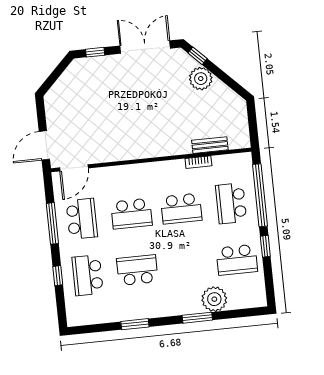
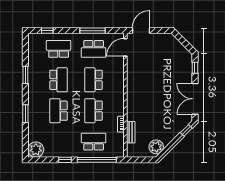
double door: (145, 47) -> (195, 99), swing flipped
plant: (201, 79) -> (156, 147), moved
door: (44, 145) -> (141, 31), hinge flipped
door: (74, 168) -> (125, 47), hinge flipped
school desk: (237, 260) -> (59, 111), moved
window: (58, 276) -> (47, 31), moved
plant: (214, 299) -> (36, 150), moved

